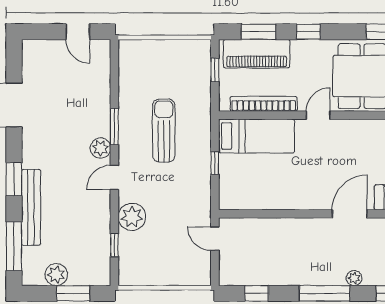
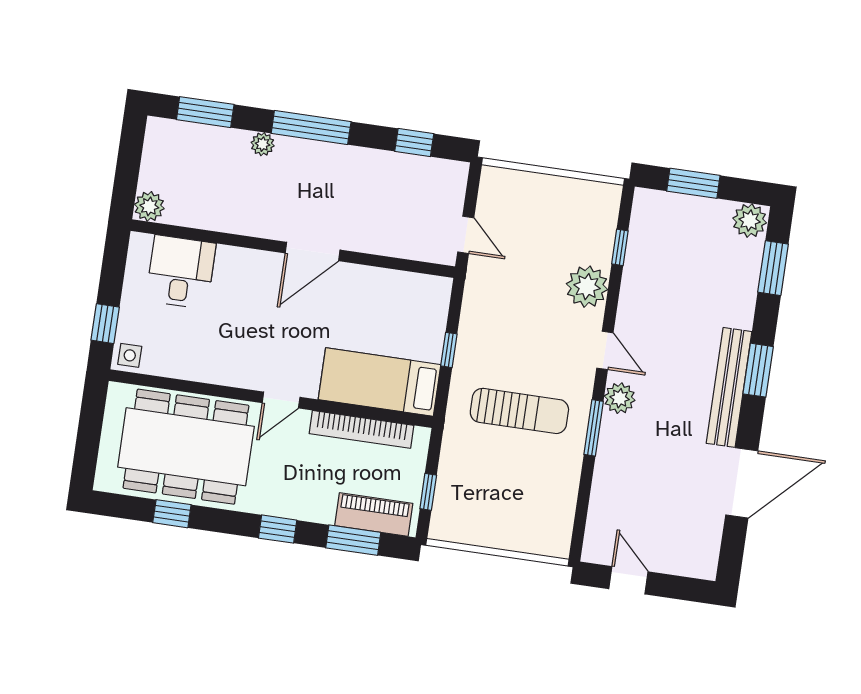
piano: (257, 54) -> (374, 515), width x0.73, depth x0.75
sun lounger: (164, 131) -> (519, 411), turned -90
door: (114, 177) -> (605, 350), hinge flipped
bench: (31, 207) -> (729, 387), moved
door: (350, 214) -> (313, 251), moved
window: (14, 246) -> (773, 268), width x0.69
plant: (56, 275) -> (750, 221), moved

